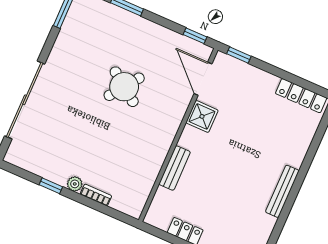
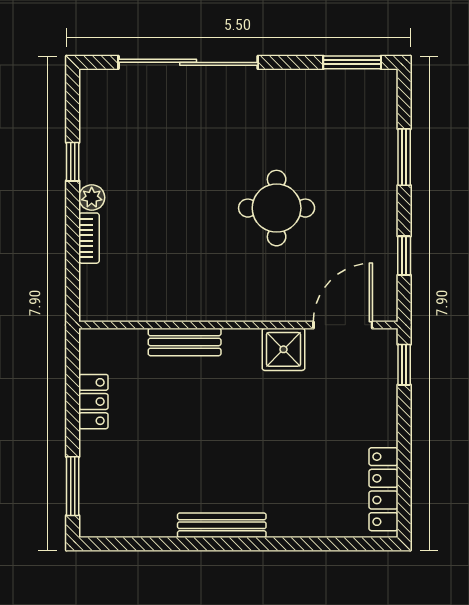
window: (195, 36) -> (404, 256), moved
round table: (124, 87) -> (277, 208), turned -36

